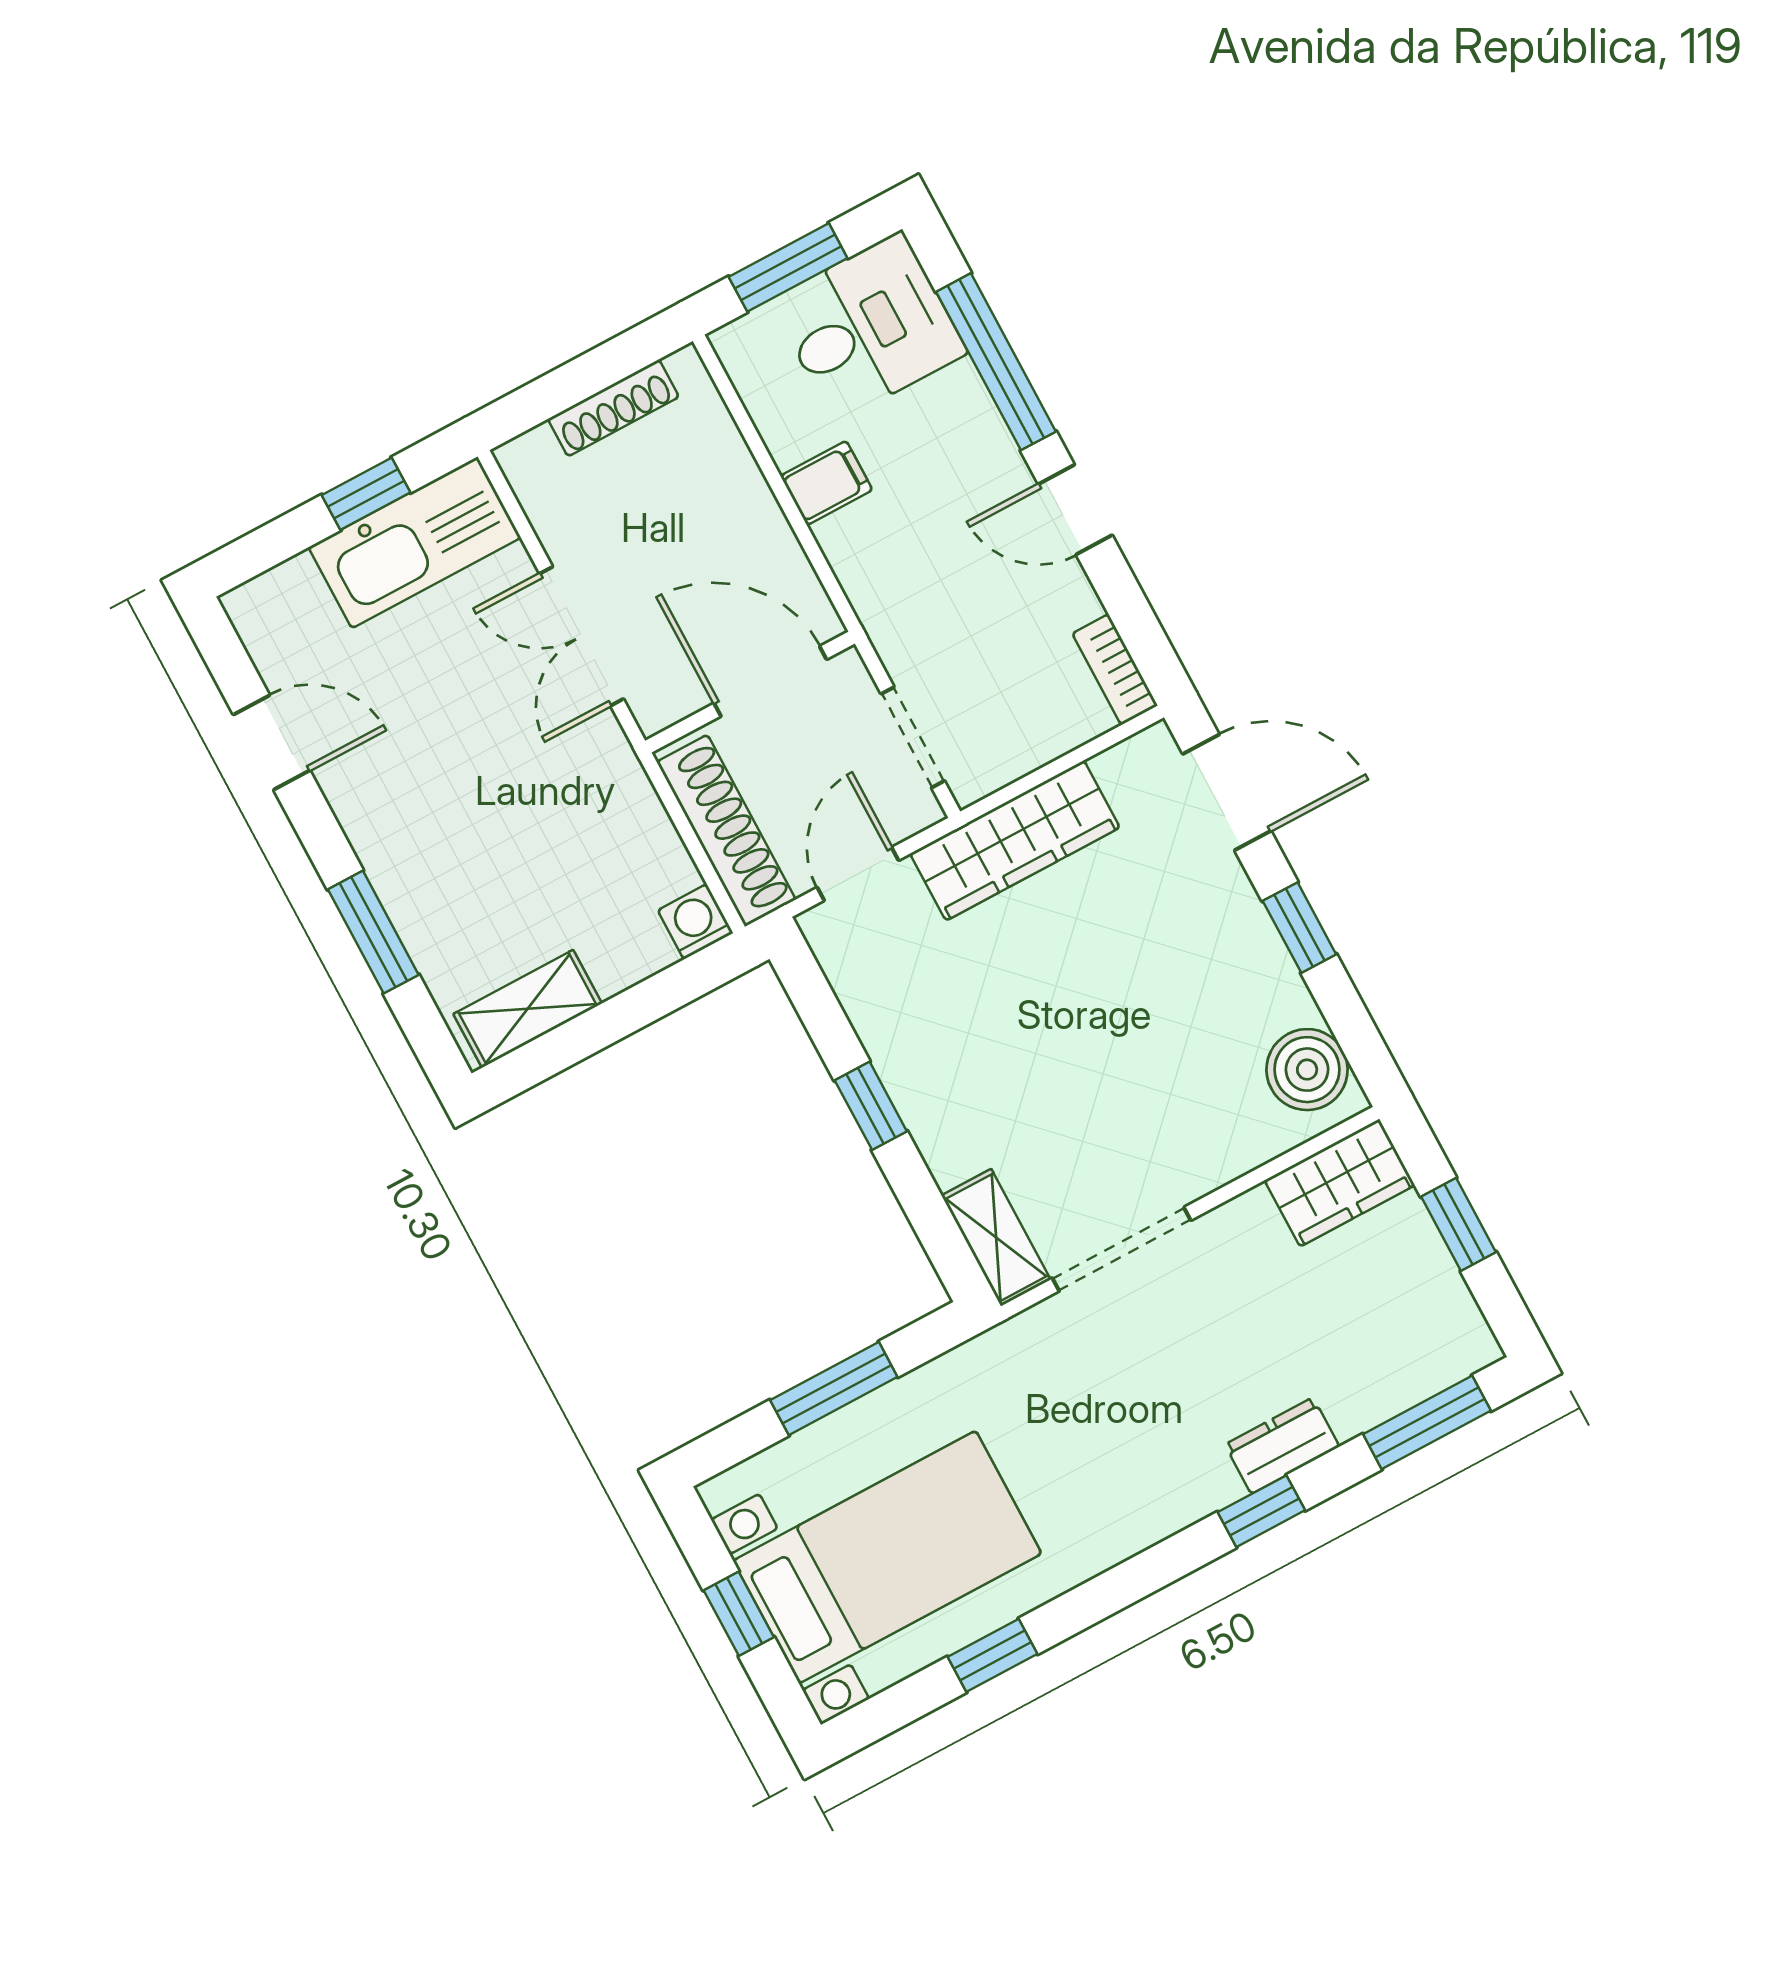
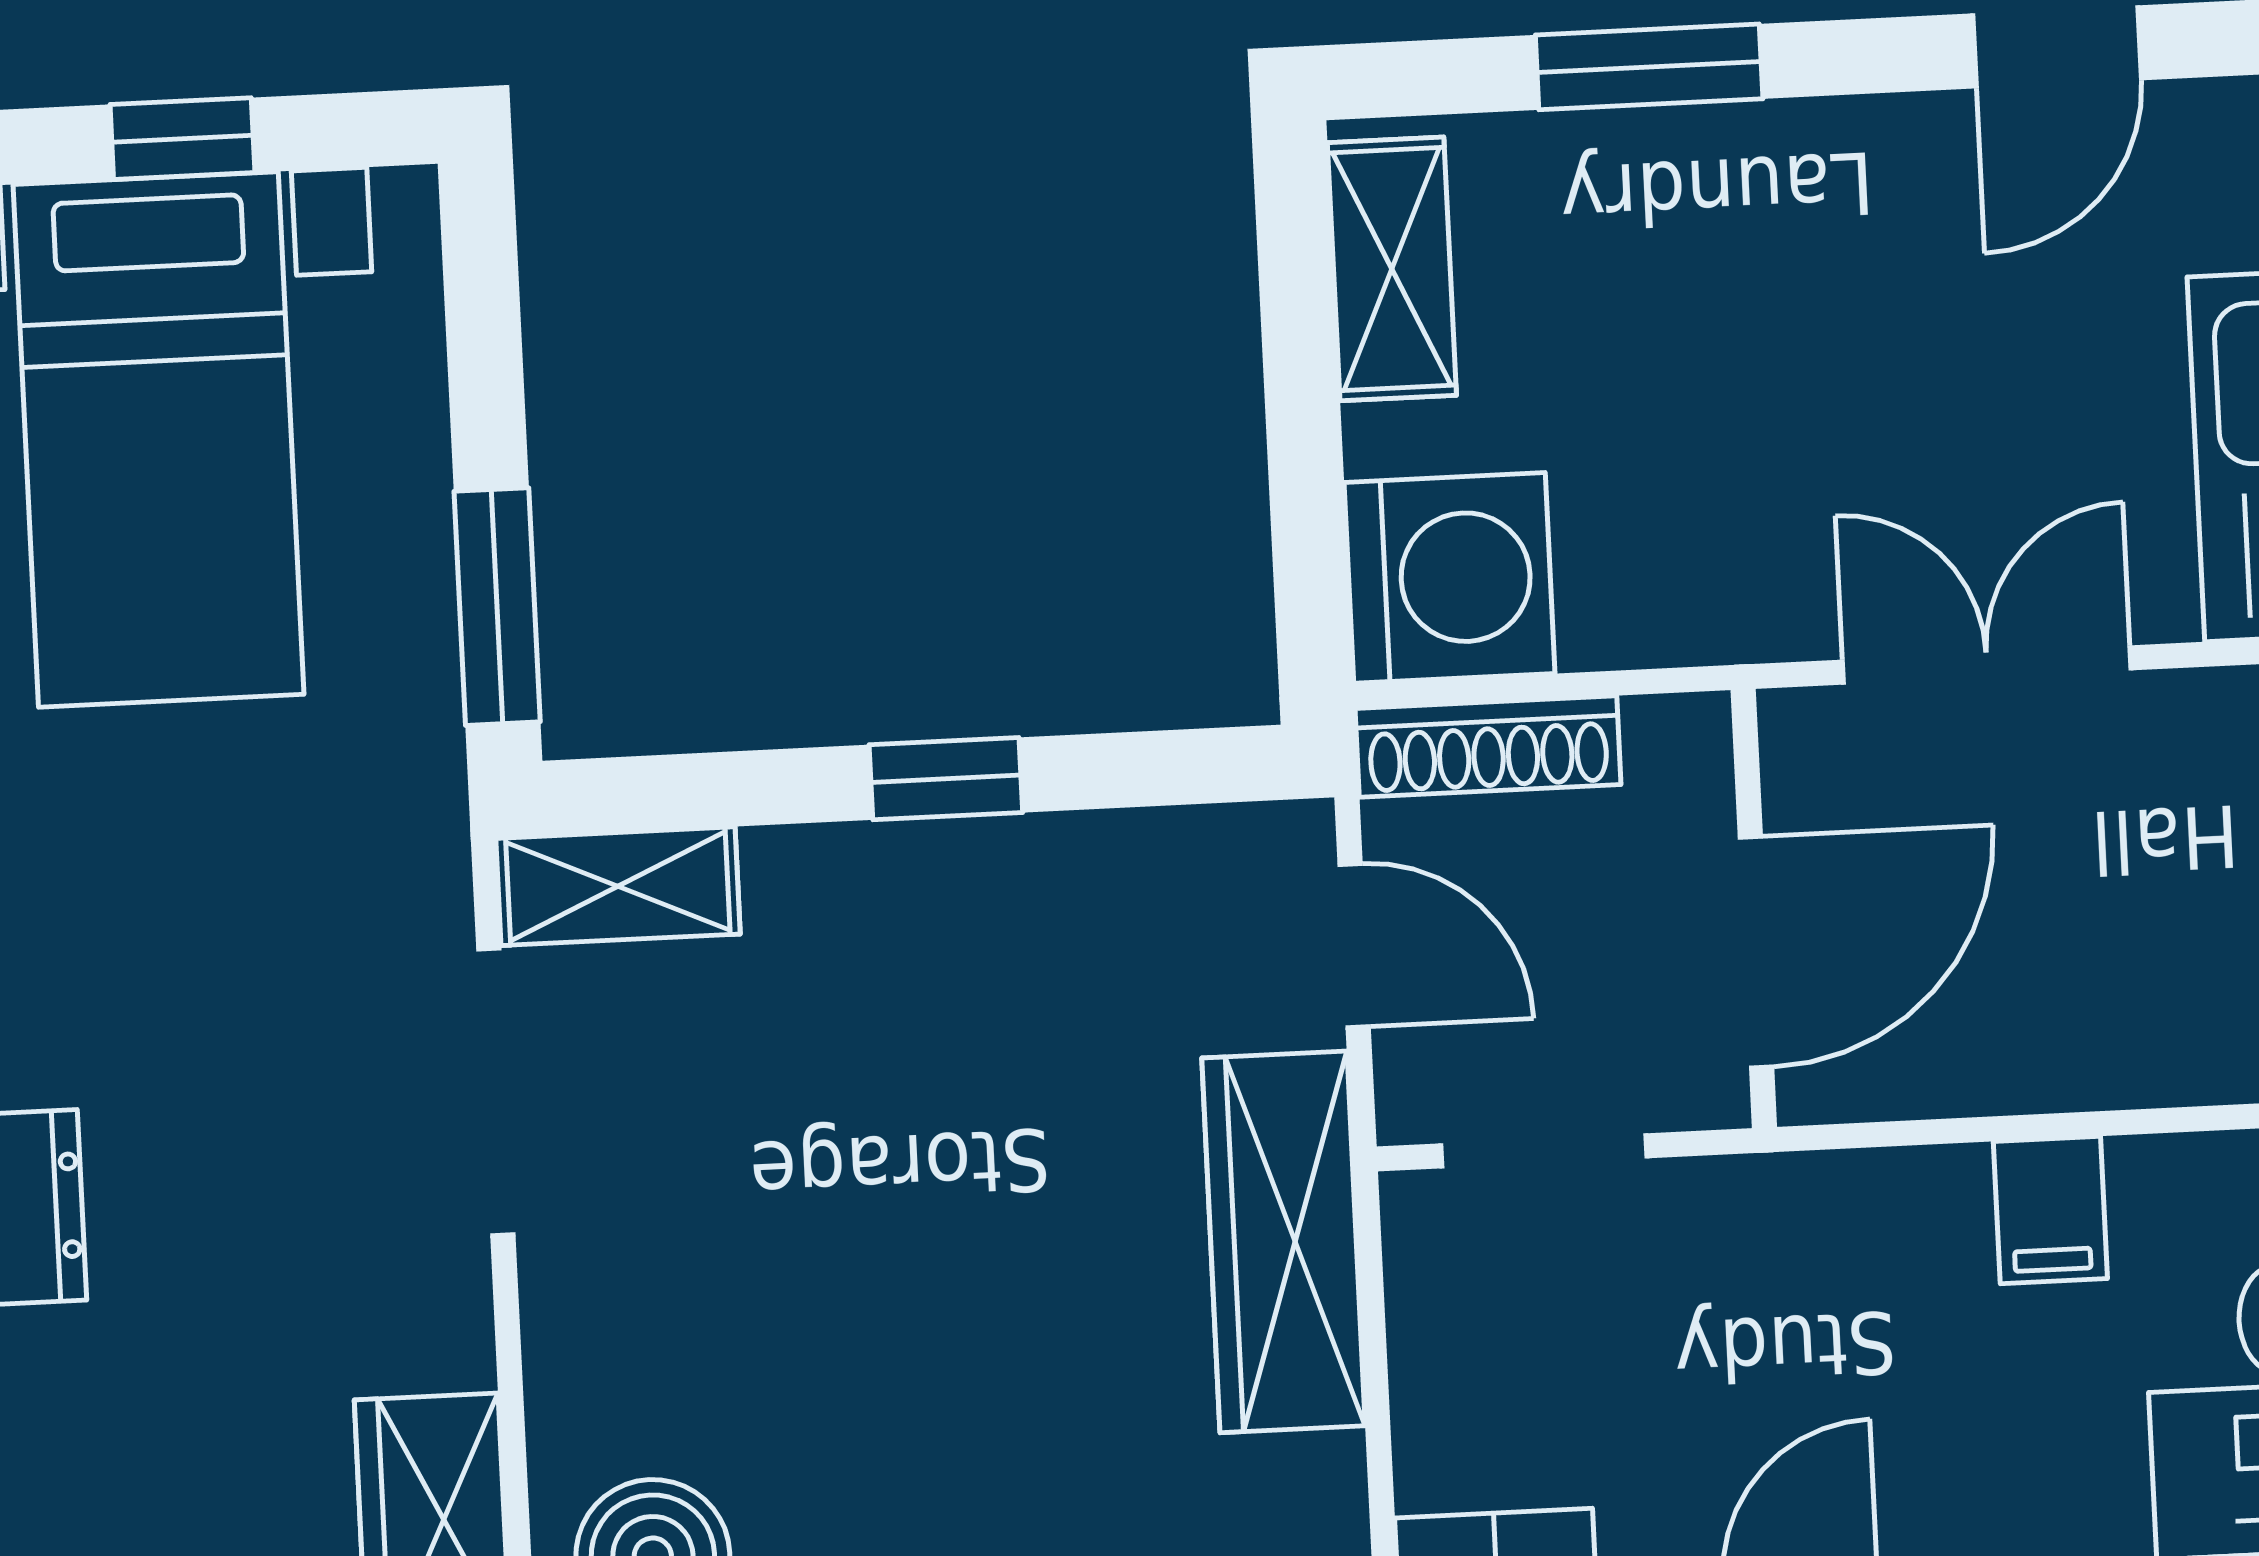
shoe rack: (726, 831) -> (1488, 746), width x0.74, depth x0.81
washing machine: (695, 922) -> (1450, 578), width x1.89, depth x1.89
window: (834, 1389) -> (497, 607), moved

